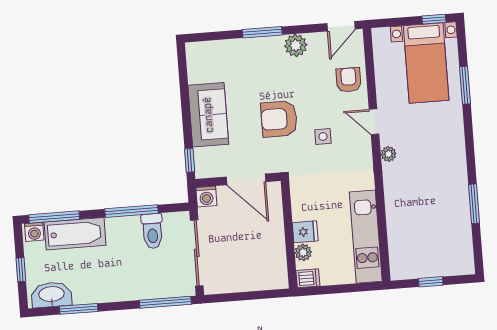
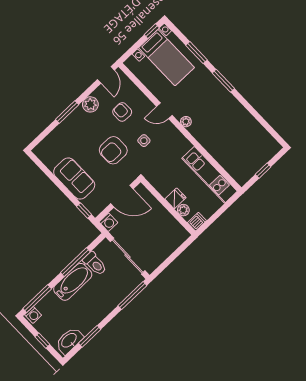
armchair: (349, 80) -> (122, 112), moved
window: (474, 204) -> (223, 81), moved
bathtub: (75, 234) -> (73, 282), moved

